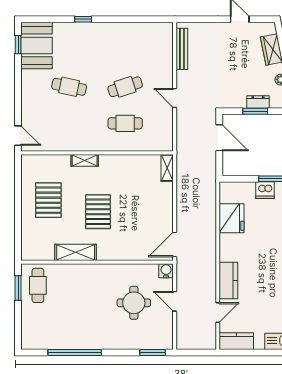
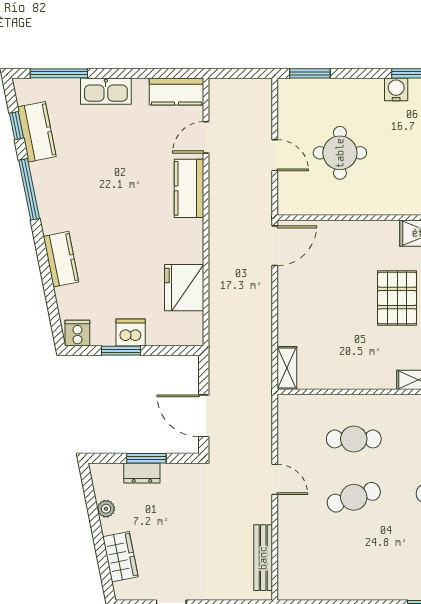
water cooler: (166, 271) -> (396, 89), moved, turned 180

